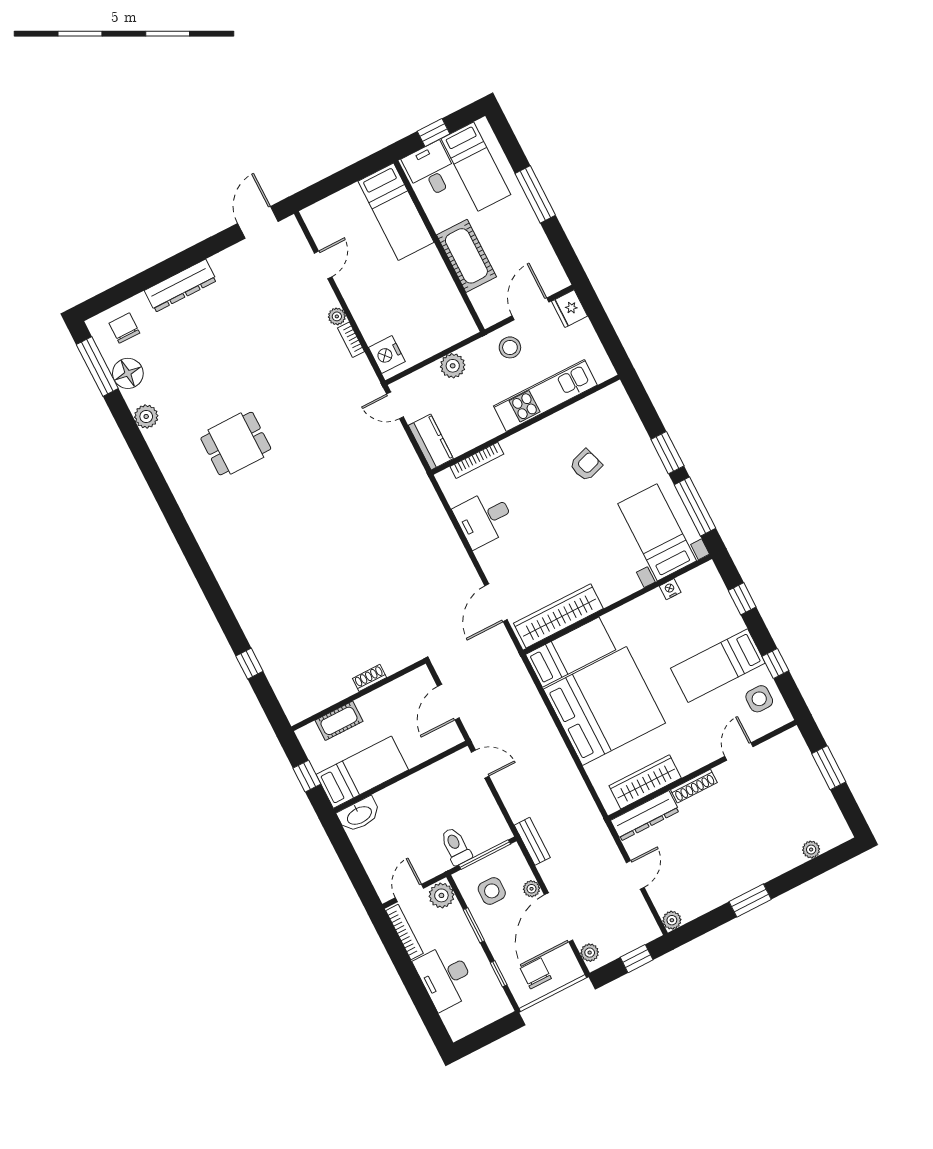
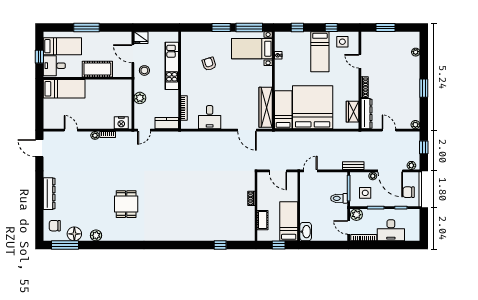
wardrobe: (645, 782) -> (353, 112), width x0.67

